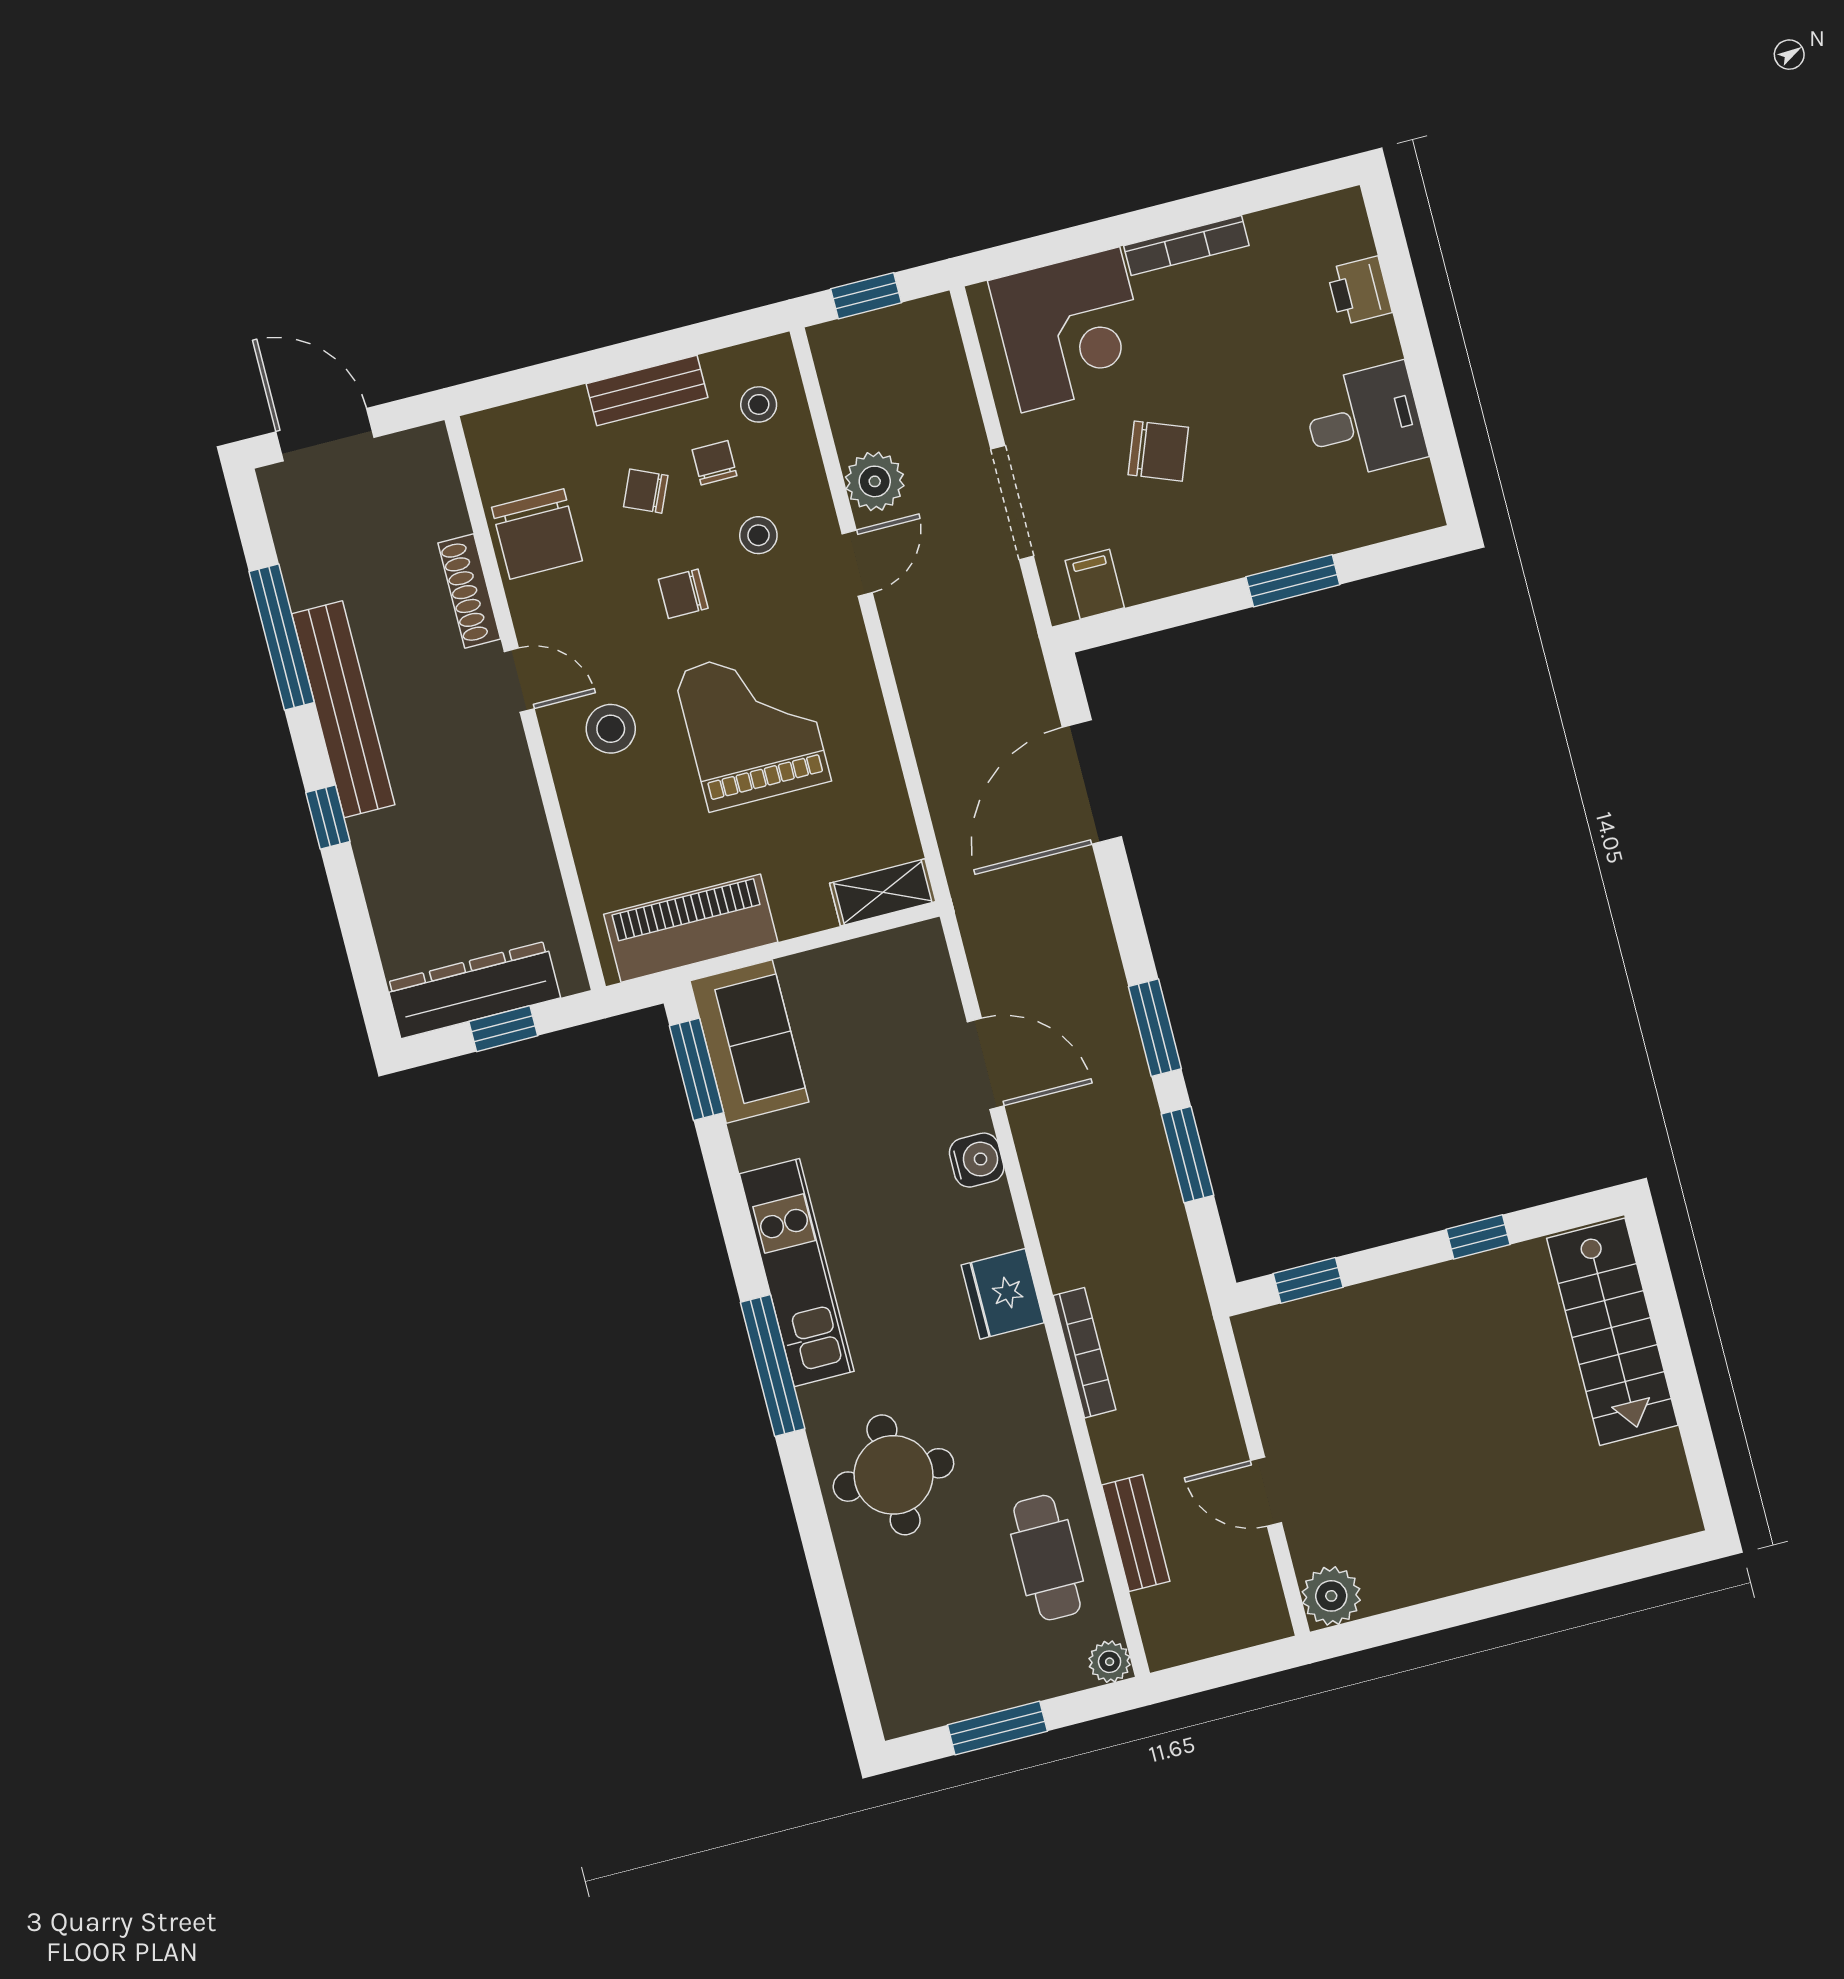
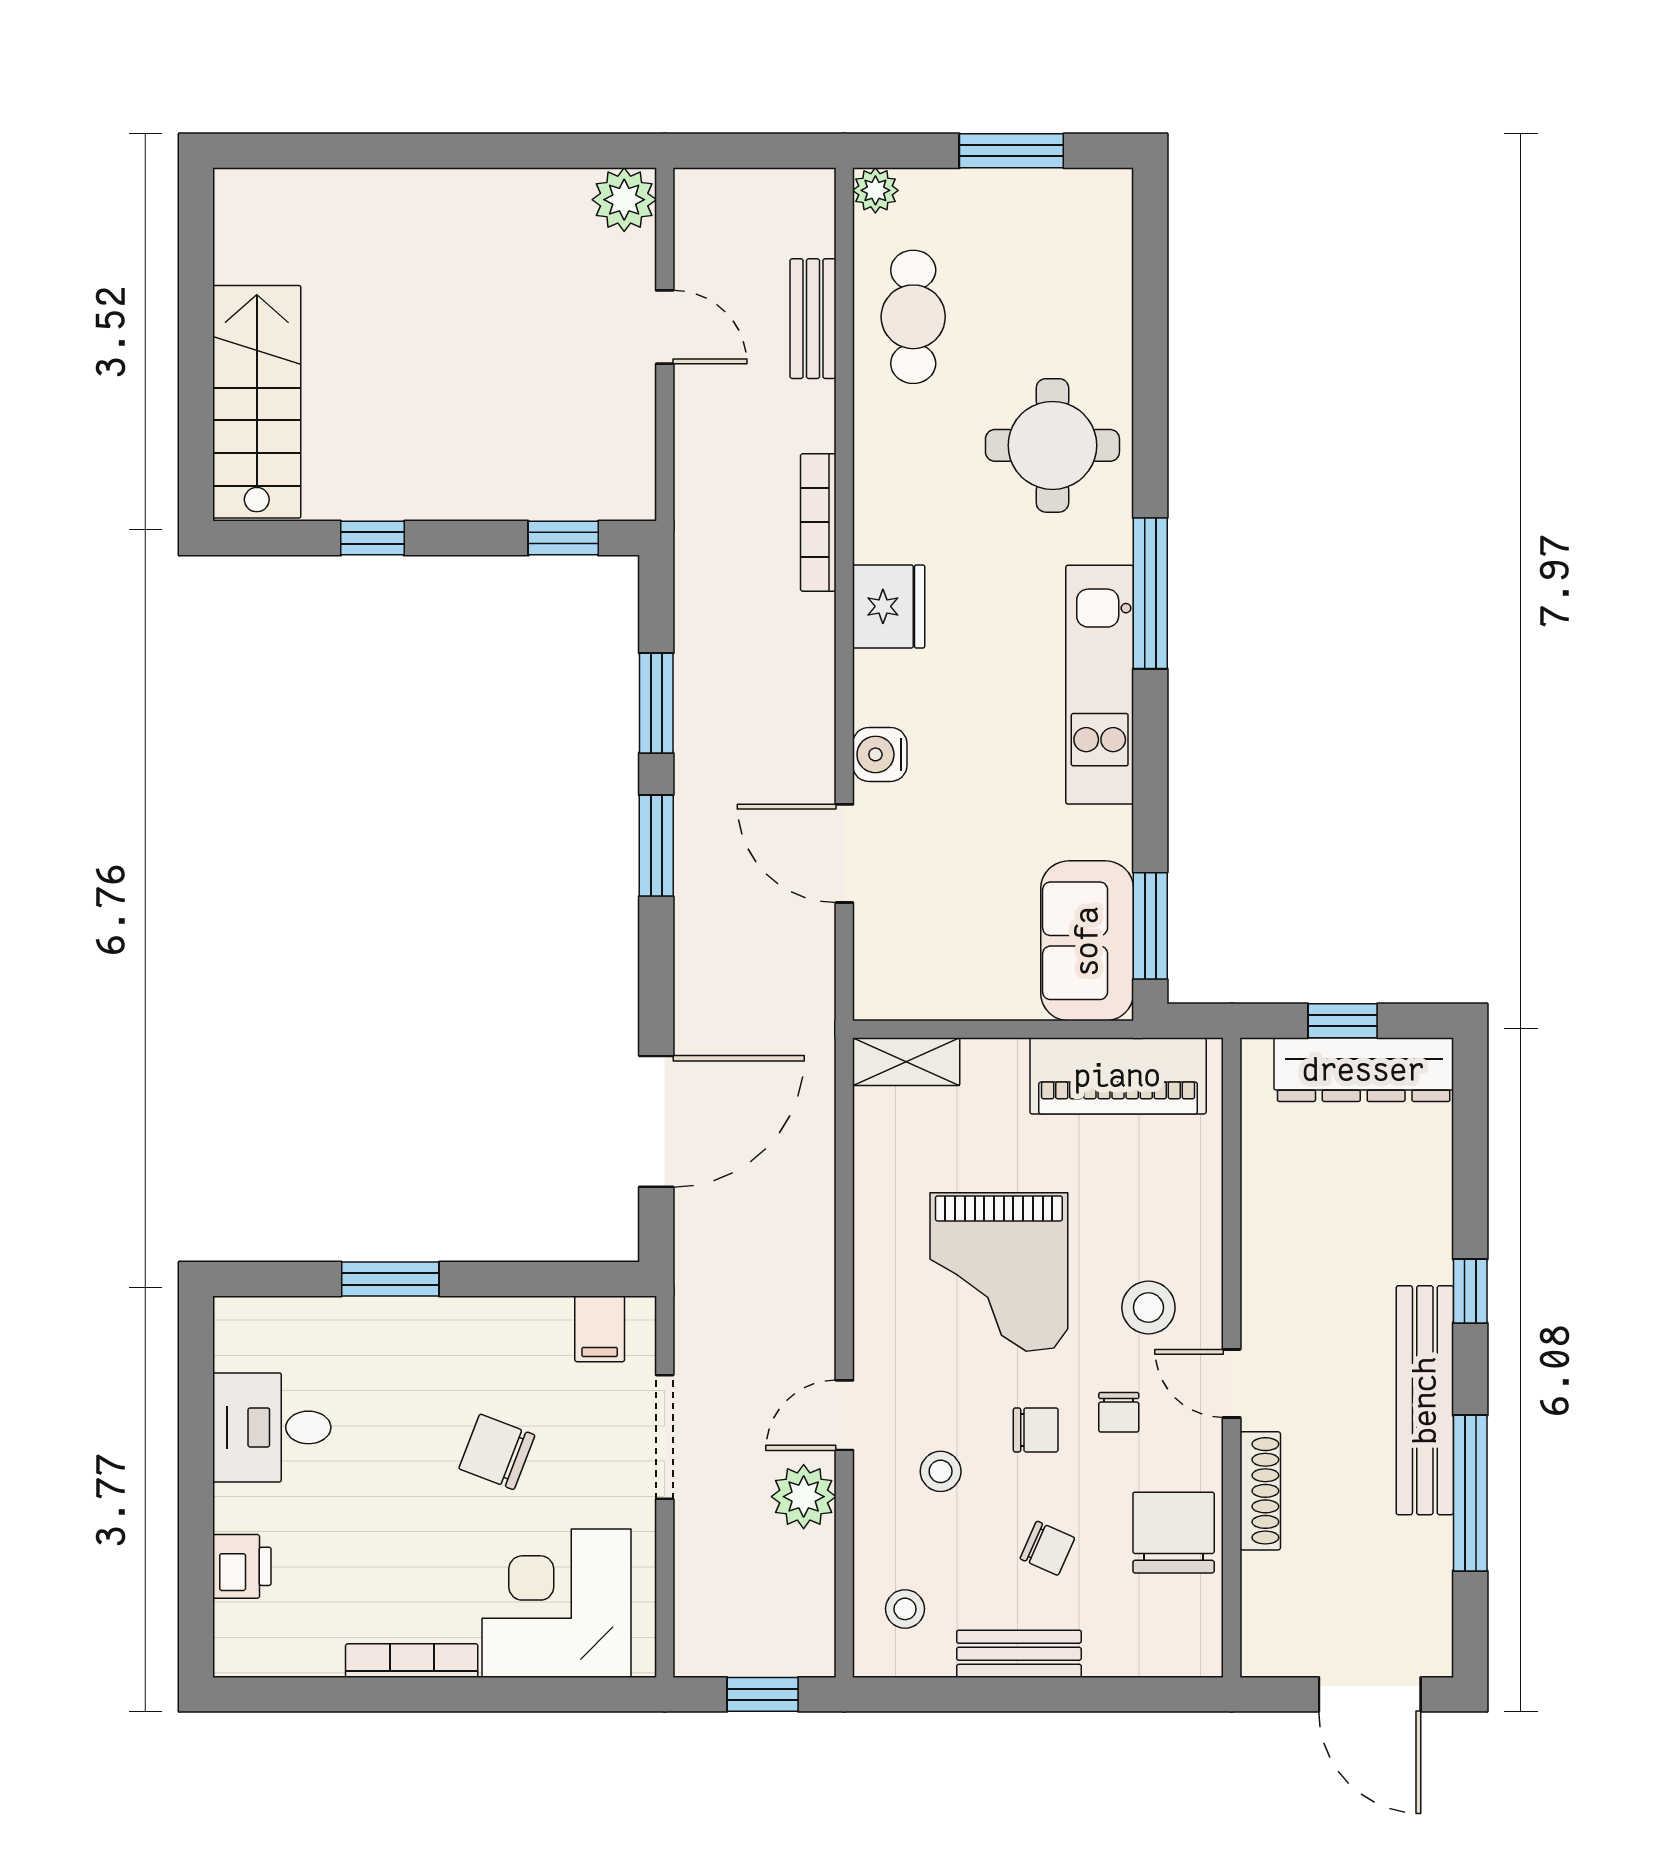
chair: (715, 463) -> (1119, 1412), moved

